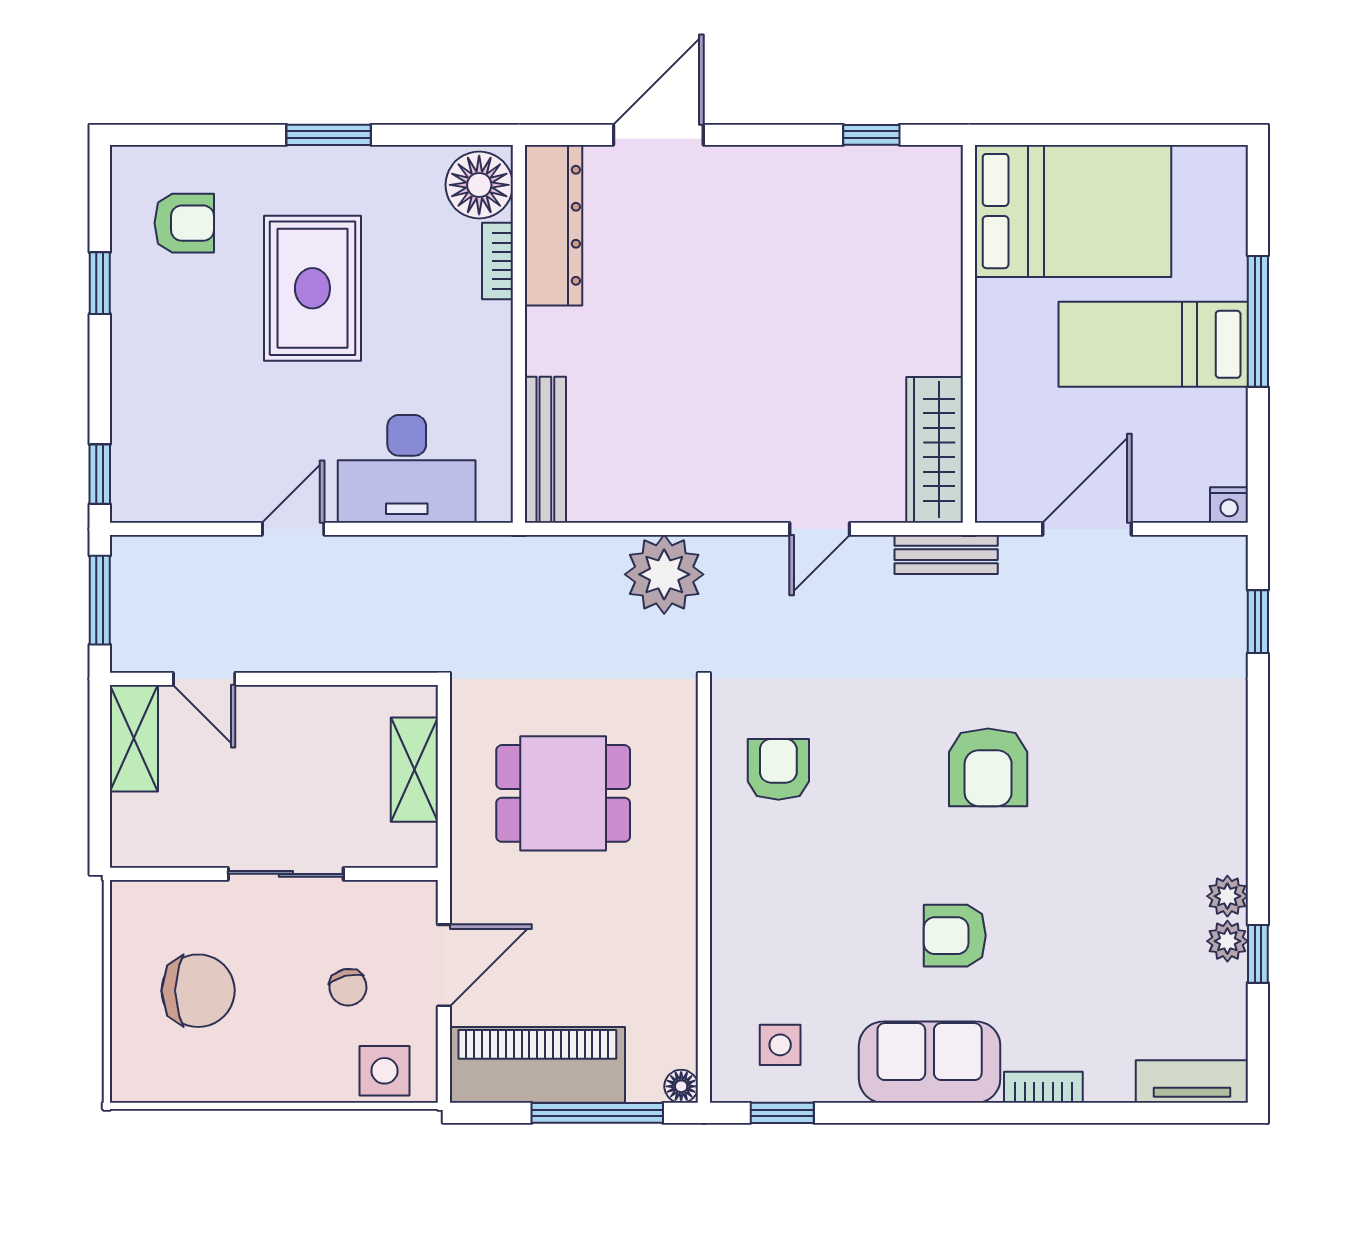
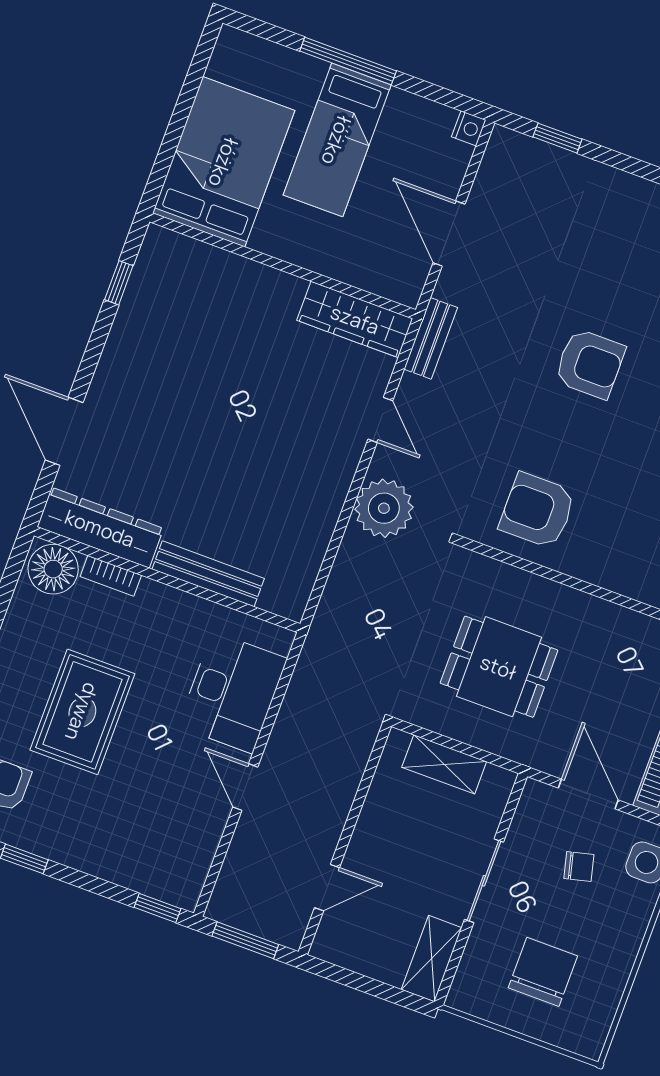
rug: (312, 288) -> (82, 712), turned 90
bench: (545, 450) -> (208, 574), moved
plant: (664, 574) -> (384, 508), moved
shelving: (134, 738) -> (432, 959), moved, turned 90
armchair: (778, 769) -> (537, 510), width x1.38, depth x1.38
dining table: (563, 793) -> (499, 667), turned 90

